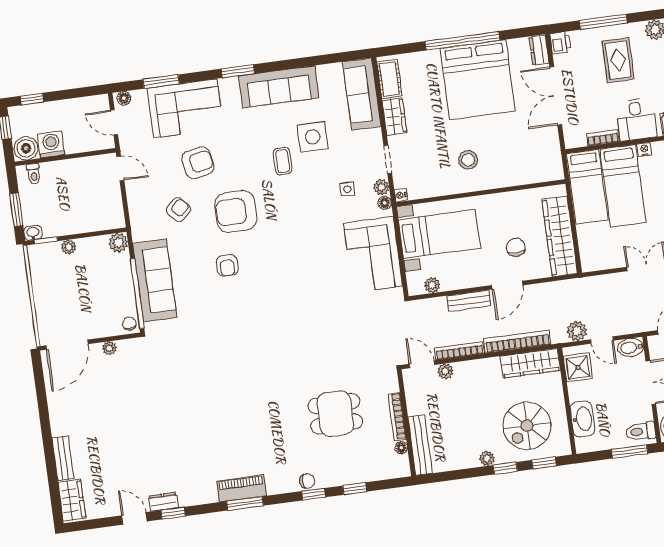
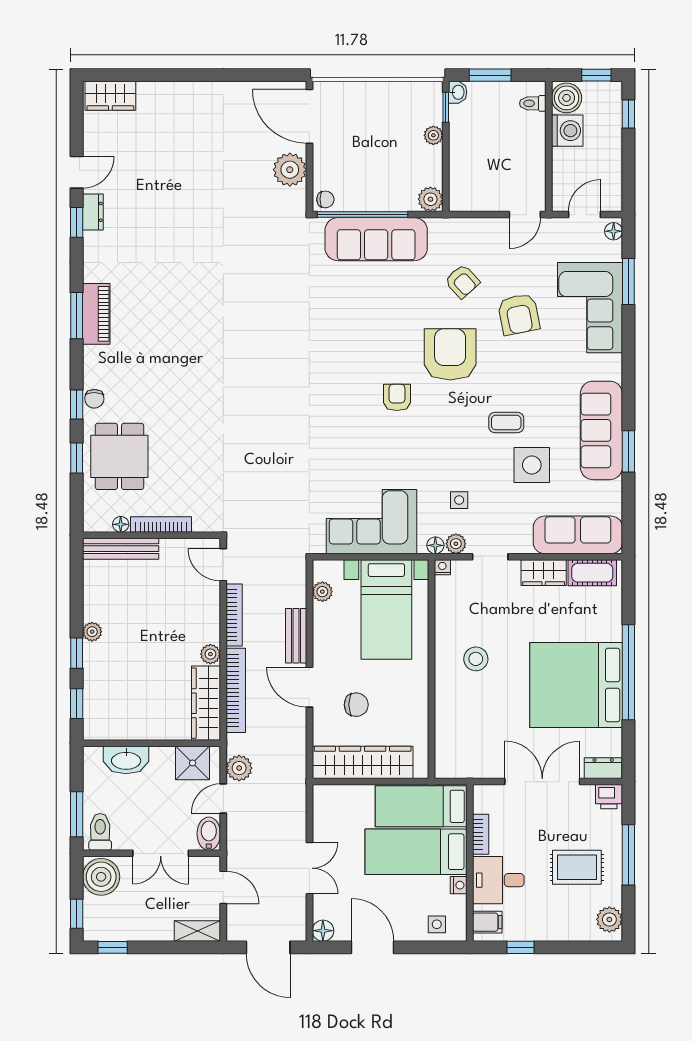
window: (238, 71) -> (628, 451), moved
armchair: (227, 265) -> (397, 397), moved, turned 90
plant: (109, 348) -> (290, 170), width x1.87, depth x1.87
door: (422, 364) -> (223, 565), swing flipped
plant: (445, 371) -> (210, 654), moved
dining table: (335, 414) -> (119, 456), moved
spiral stairs: (527, 426) -> (127, 688), removed
bench: (63, 458) -> (165, 92), removed

